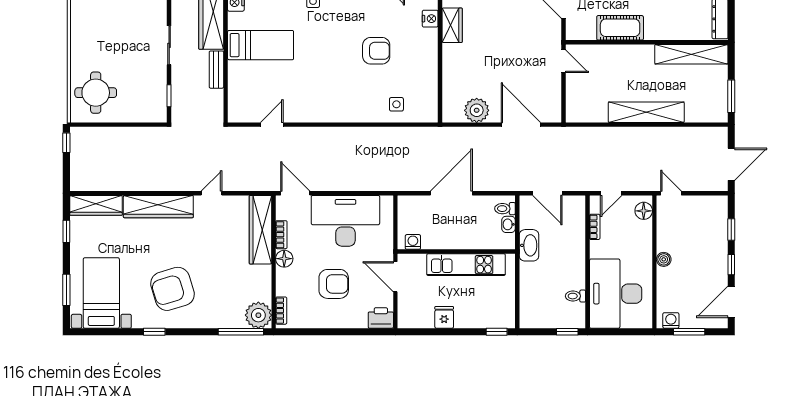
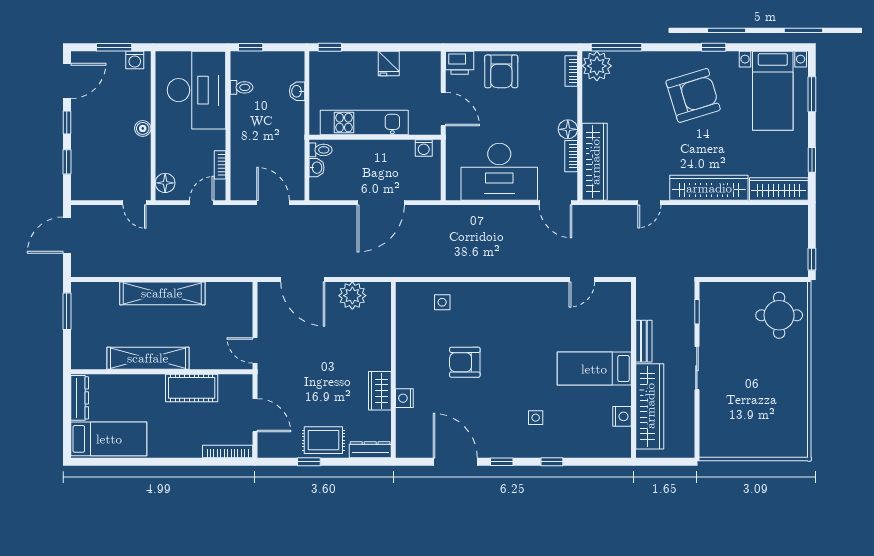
shelving: (691, 54) -> (148, 358), moved
toilet: (505, 209) -> (321, 150), moved
washbasin: (529, 245) -> (297, 91), moved, width x0.52, depth x0.69
armchair: (334, 284) -> (501, 71), moved, turned -90

